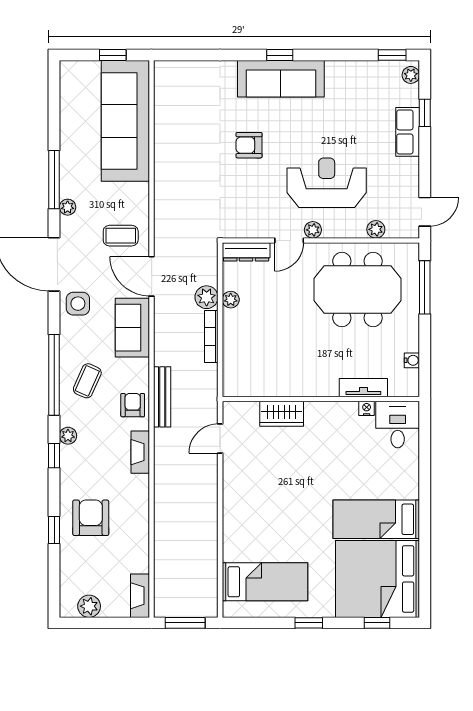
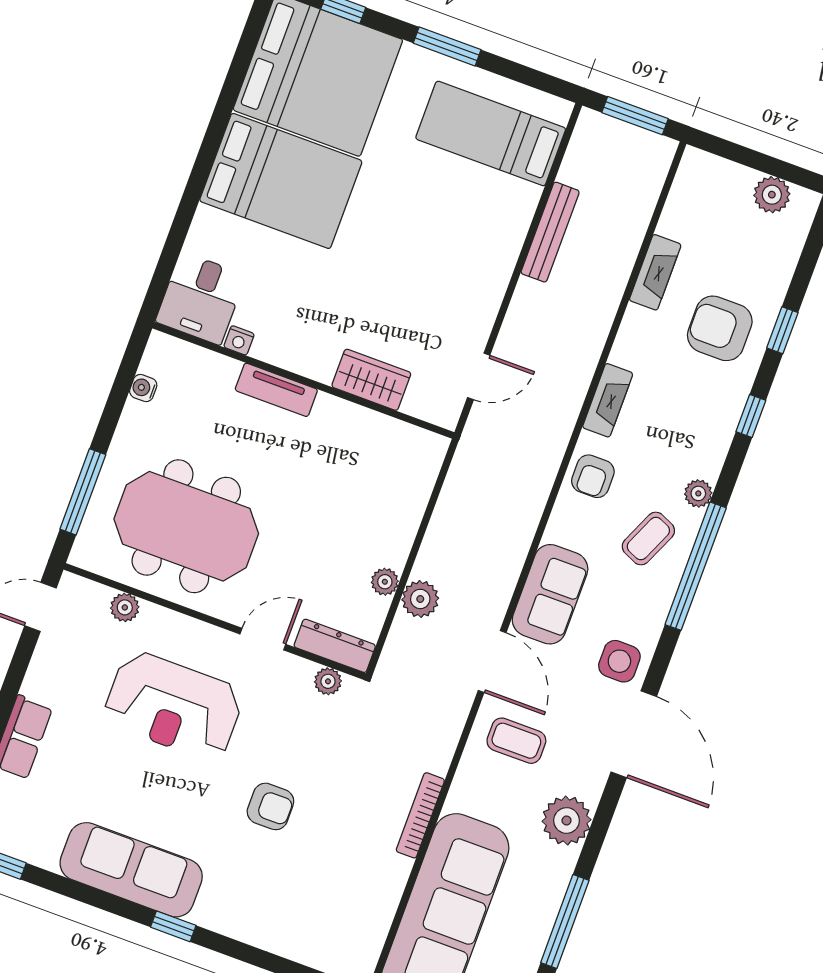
sofa: (281, 79) -> (131, 870), moved
window: (54, 180) -> (565, 922), moved
plant: (68, 207) -> (567, 821), width x1.88, depth x1.88
plant: (313, 230) -> (328, 681), moved
bookcase: (211, 337) -> (420, 815), moved, turned 180
tv unit: (363, 388) -> (276, 390), moved
bench: (162, 397) -> (550, 232), moved
plant: (68, 436) -> (698, 493), moved
window: (54, 456) -> (751, 416), moved
armchair: (91, 518) -> (720, 328), turned 90
bed: (376, 519) -> (281, 181), width x1.50
fireplace: (140, 596) -> (655, 272), moved
window: (309, 623) -> (447, 46), width x1.50

